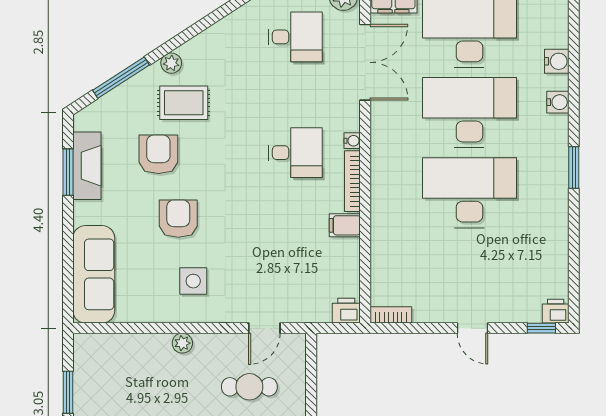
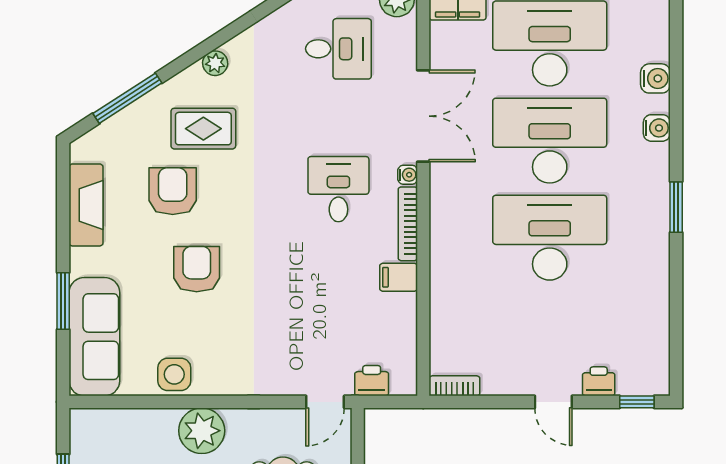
double door: (365, 62) -> (423, 116), moved
plant: (171, 63) -> (215, 63), moved
desk: (295, 153) -> (338, 189), turned -90
window: (68, 172) -> (63, 301), moved
side table: (193, 281) -> (174, 374), moved
printer: (346, 311) -> (372, 381), moved
printer: (556, 311) -> (599, 381), moved
door: (264, 328) -> (325, 402), moved
plant: (182, 343) -> (202, 431), width x1.87, depth x1.87

